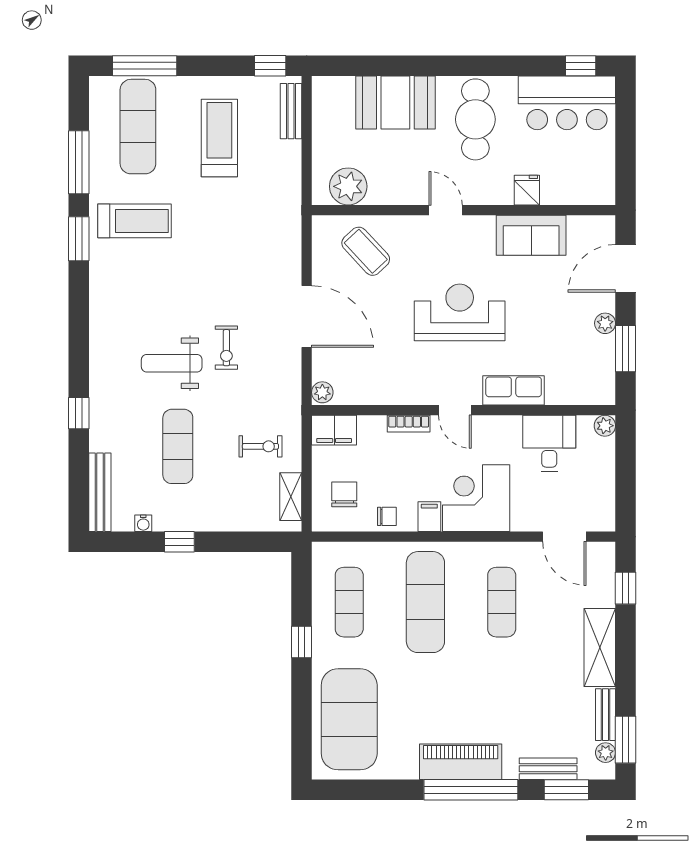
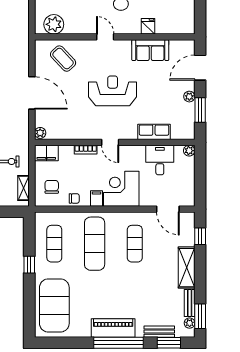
row of seats: (514, 390) -> (154, 132), moved

